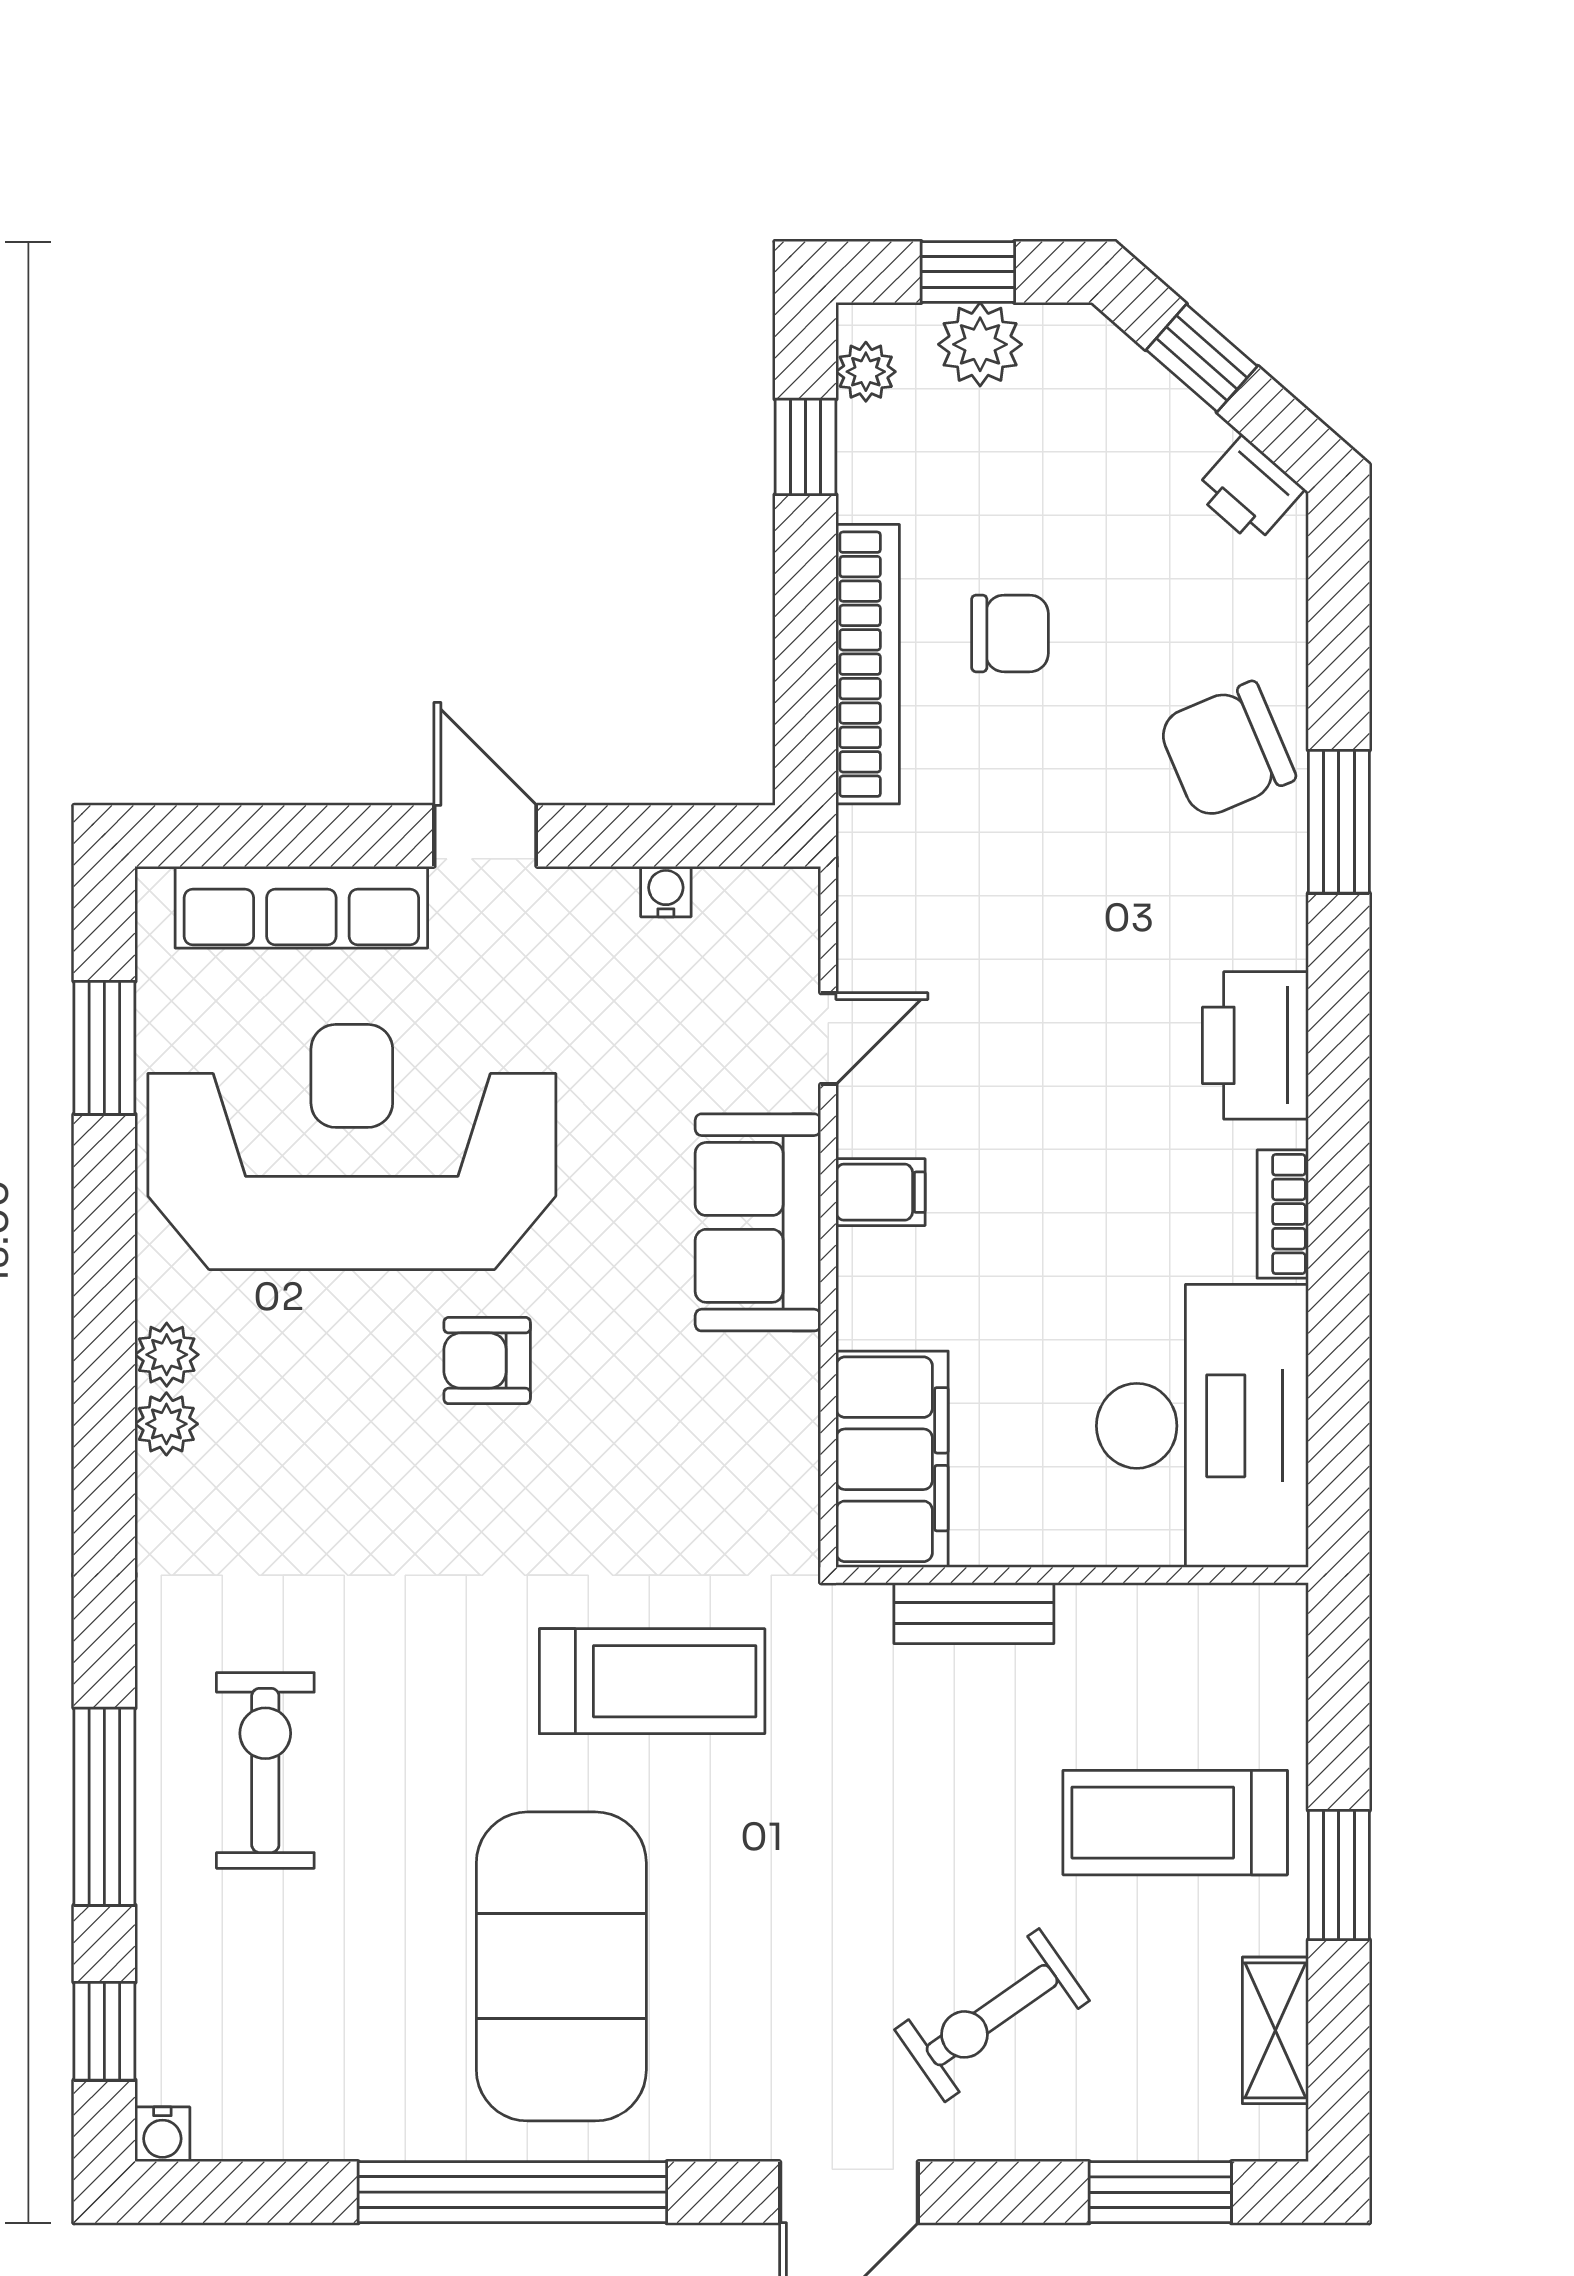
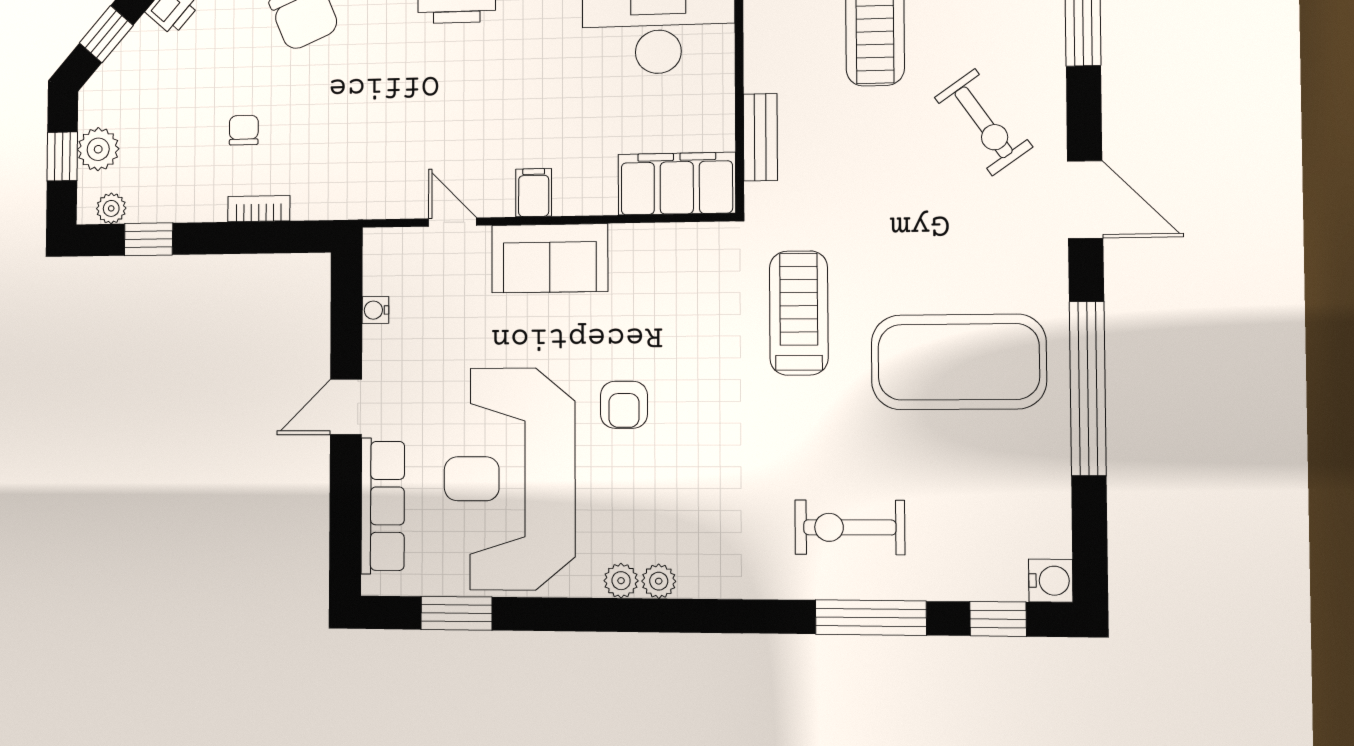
chair: (1010, 633) -> (244, 130), width x0.73, depth x0.73
bookcase: (868, 664) -> (259, 209), width x0.43, depth x0.76
water cooler: (162, 2134) -> (1051, 581), width x1.38, depth x1.38

